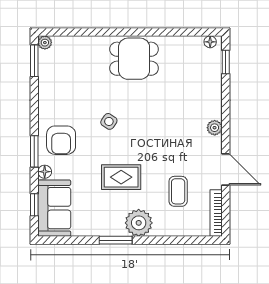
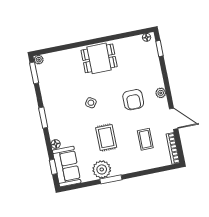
armchair: (61, 140) -> (133, 100), moved
window: (34, 151) -> (43, 118), moved
rug: (121, 177) -> (106, 138), turned 90
plant: (139, 223) -> (102, 169), moved

